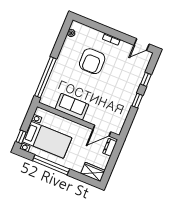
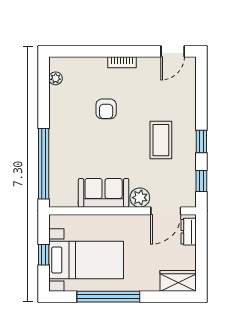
armchair: (92, 61) -> (106, 109), width x0.53, depth x0.53
window: (146, 79) -> (201, 181), moved
coffee table: (115, 91) -> (161, 140), added
plant: (91, 118) -> (140, 198), added
window: (21, 137) -> (44, 255), moved

